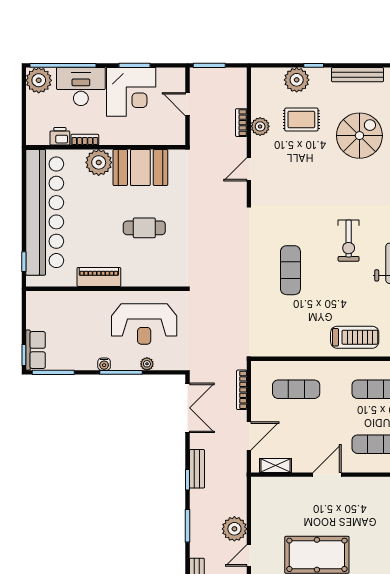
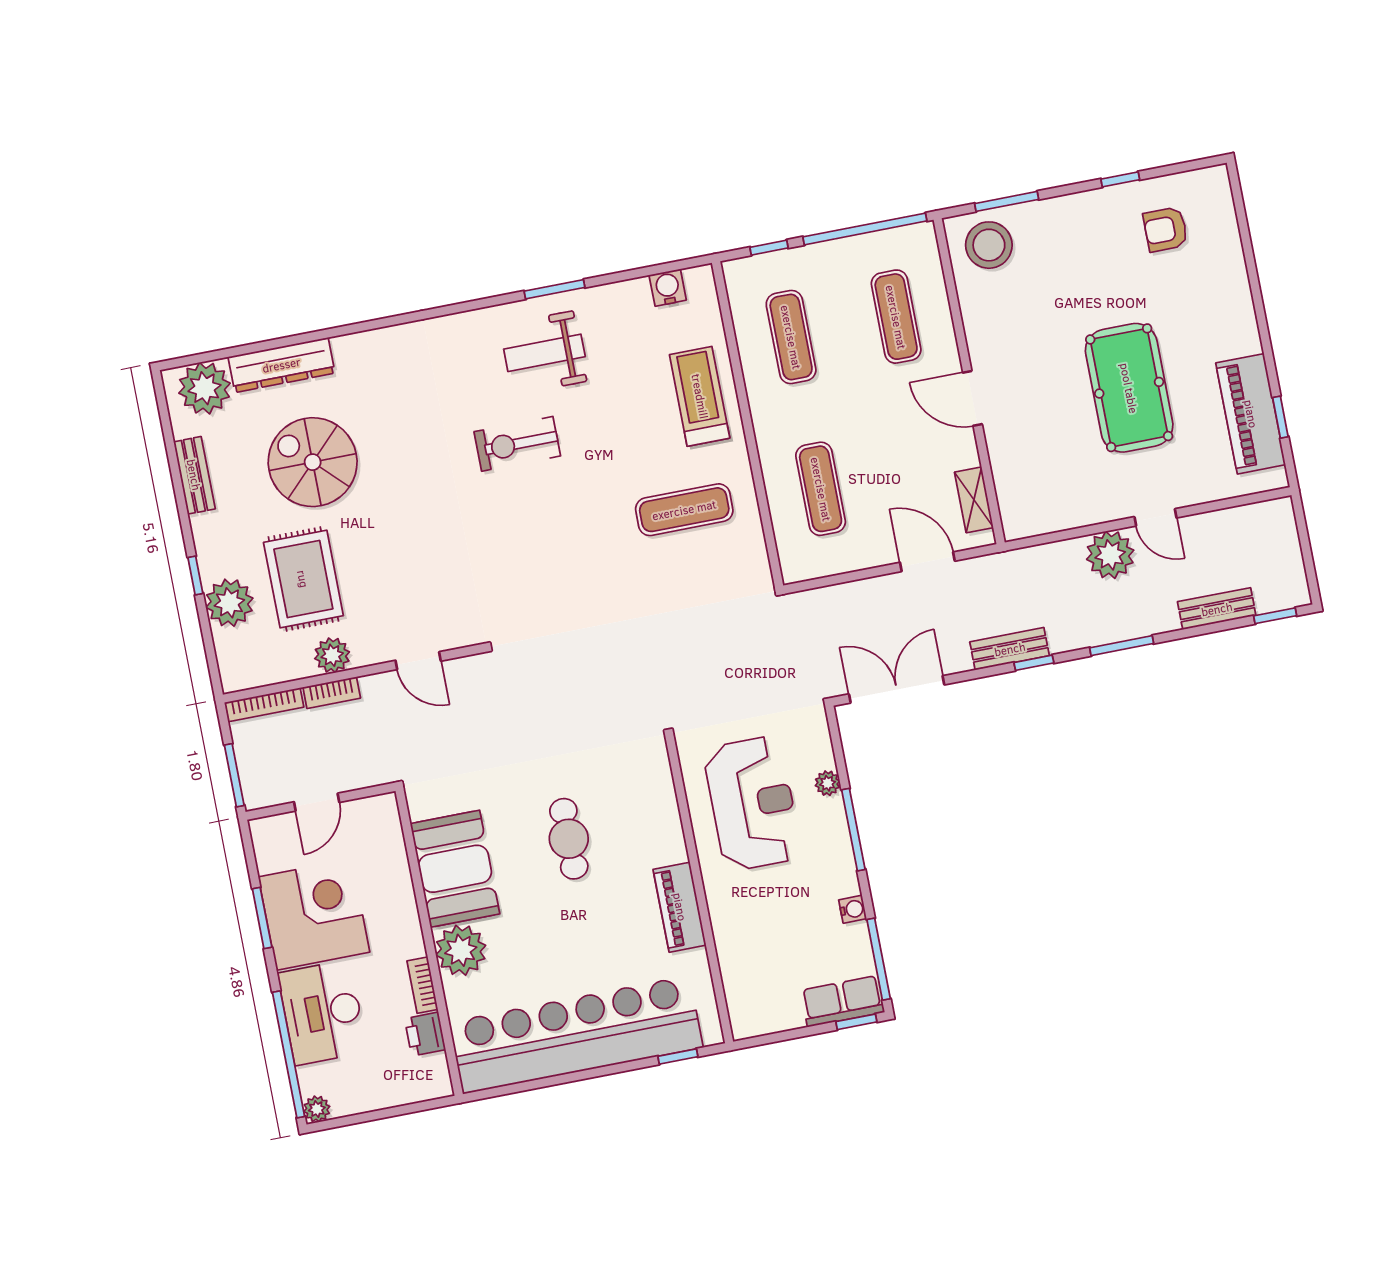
bench: (357, 75) -> (194, 475), width x0.73
plant: (39, 80) -> (317, 1109), width x0.53, depth x0.53
rug: (301, 119) -> (303, 579), width x1.36, depth x1.43
exercise bike: (349, 241) -> (517, 444), turned 180
exercise mat: (290, 270) -> (684, 510), moved
water cooler: (104, 364) -> (853, 909), moved
bookcase: (242, 390) -> (264, 705), moved

